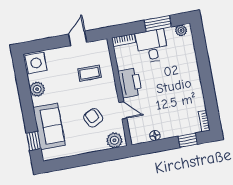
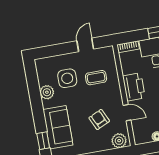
side table: (36, 63) -> (67, 78), moved

